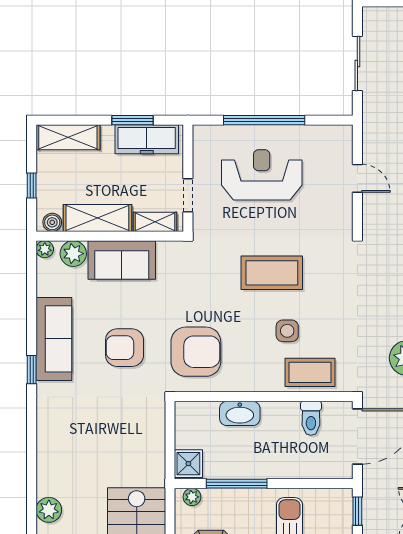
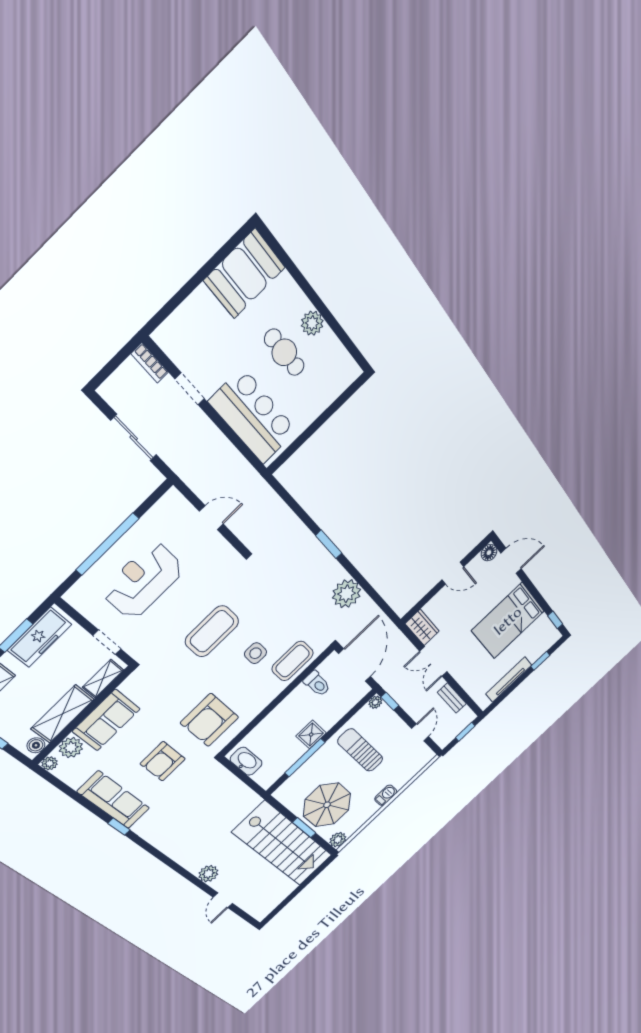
armchair: (196, 352) -> (210, 720), turned 180
washbasin: (240, 413) -> (246, 761), moved, turned -90
shower: (188, 464) -> (311, 734), moved
plant: (192, 497) -> (375, 702), moved

